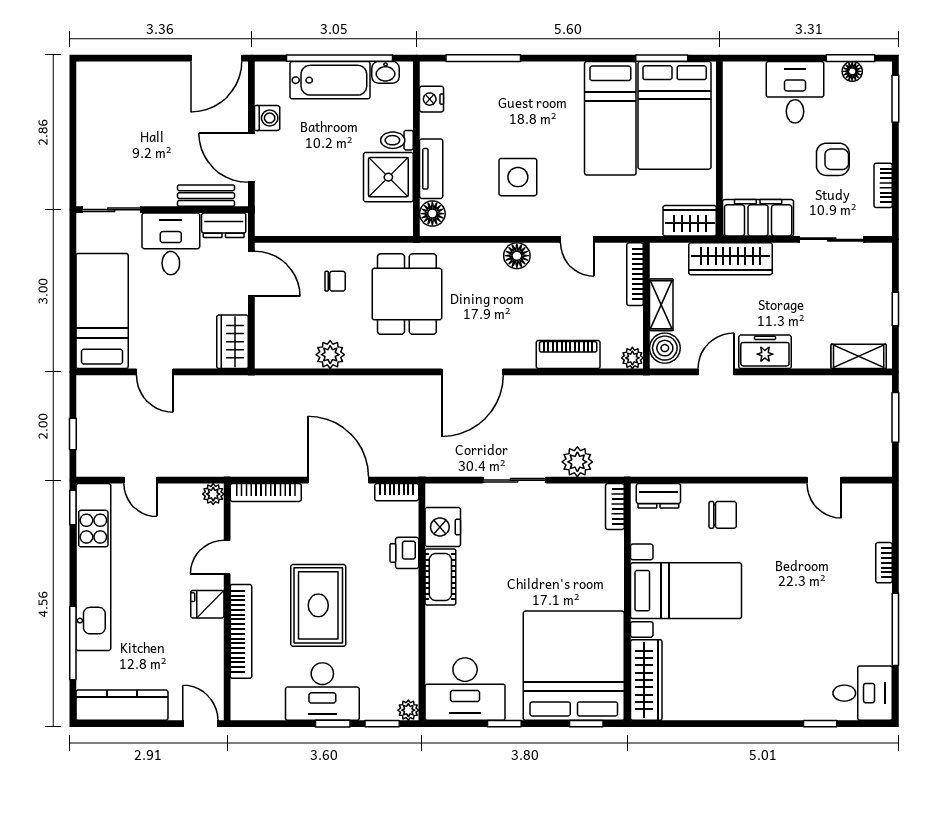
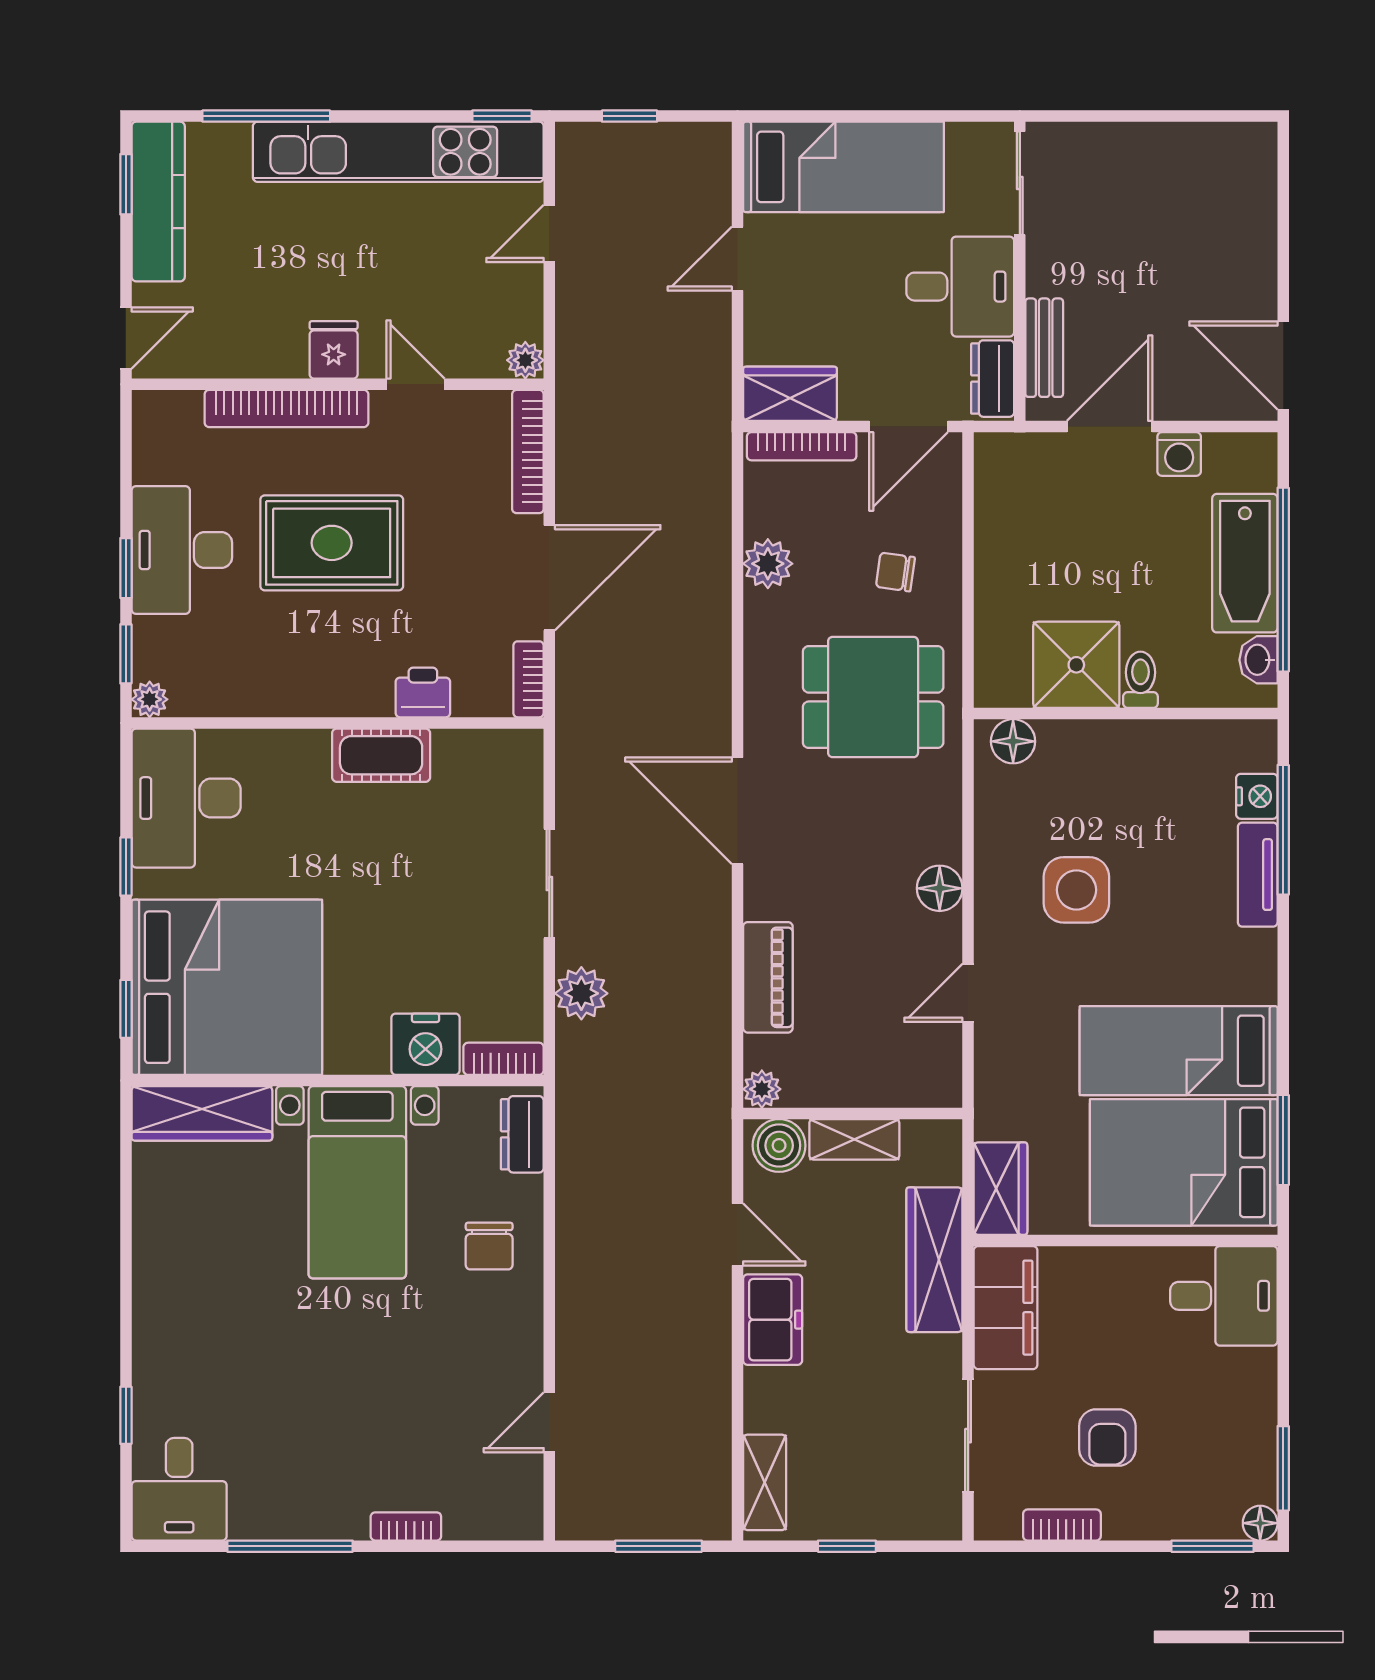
floor lamp: (852, 71) -> (1260, 1523), moved
desk: (795, 92) -> (1224, 1296), moved
nightstand: (432, 99) -> (1257, 796), moved, turned 90
tv unit: (431, 169) -> (1258, 875), moved, turned 90
bookcase: (635, 274) -> (802, 446), moved, turned 180
chair: (335, 281) -> (895, 572), turned 98
nightstand: (443, 527) -> (426, 1044), moved, turned 180
window: (112, 724) -> (126, 184), added

